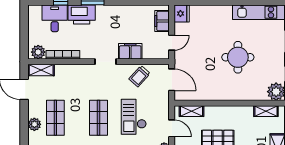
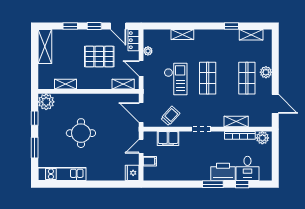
filing cabinet: (162, 21) -> (150, 161), width x0.50
filing cabinet: (130, 51) -> (168, 139), moved
shelving: (41, 70) -> (236, 121), moved
shelving: (266, 111) -> (66, 84), moved

